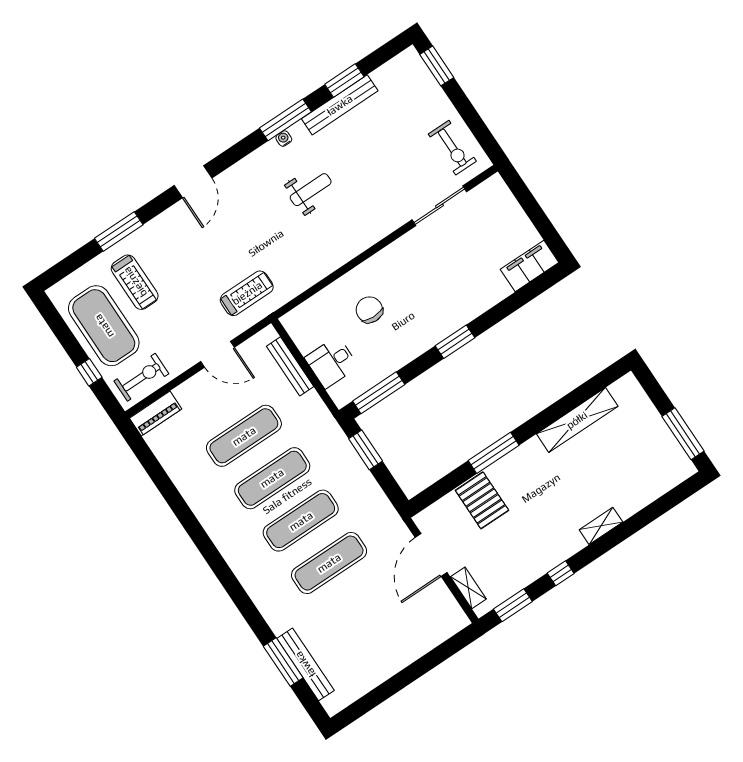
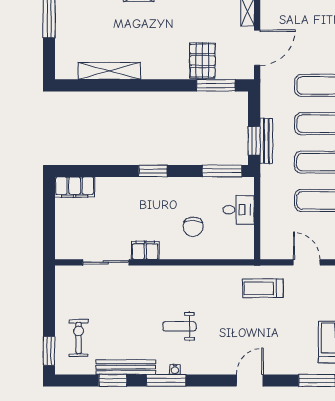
exercise bike: (452, 148) -> (79, 338), moved
filing cabinet: (405, 248) -> (145, 250), added
bench: (290, 366) -> (266, 141), moved
window: (494, 453) -> (216, 85), moved

